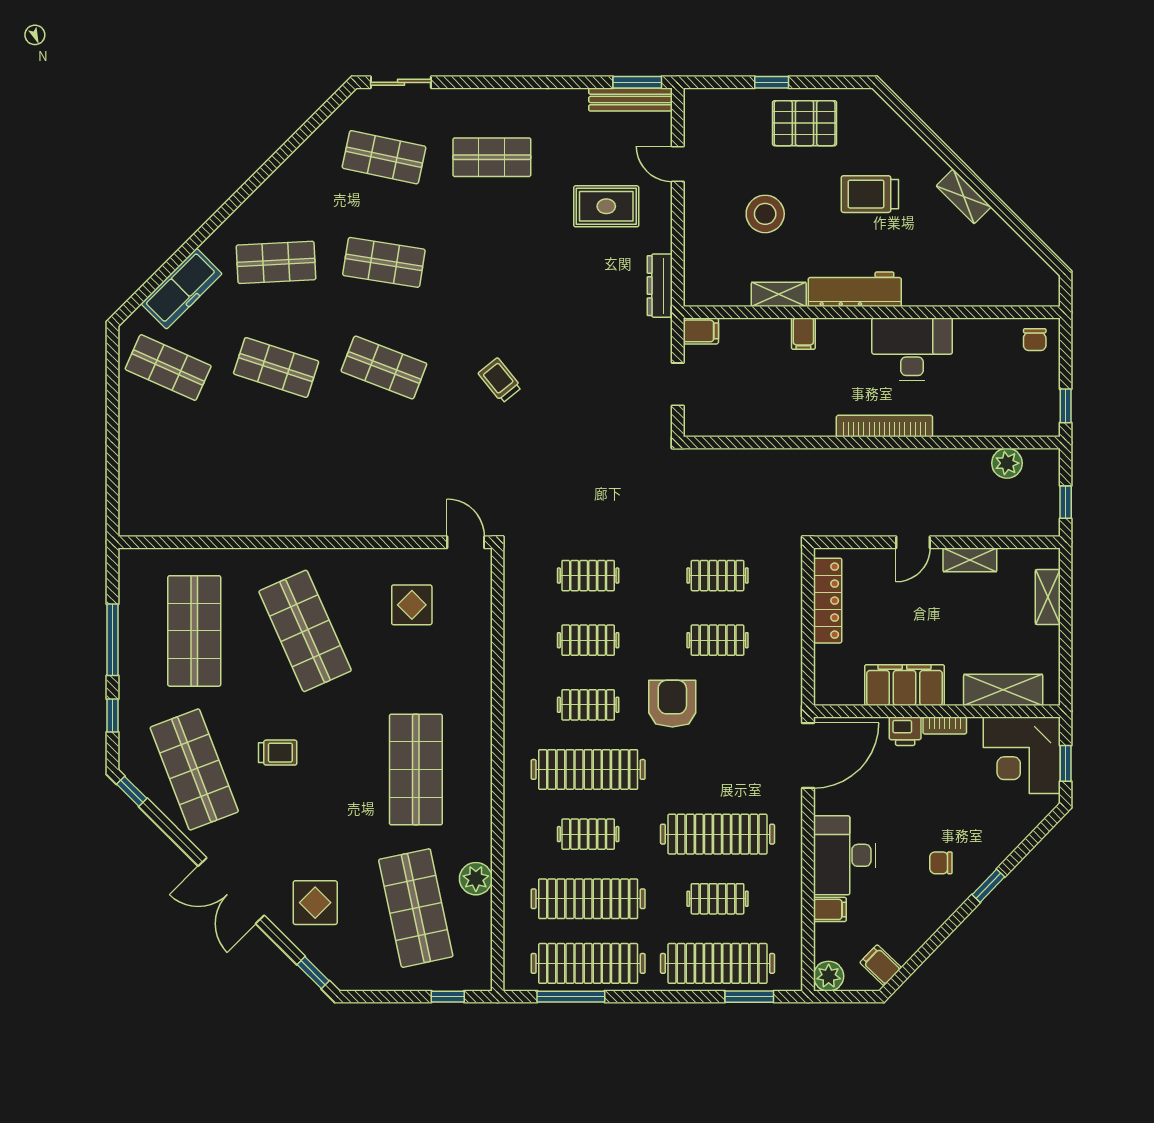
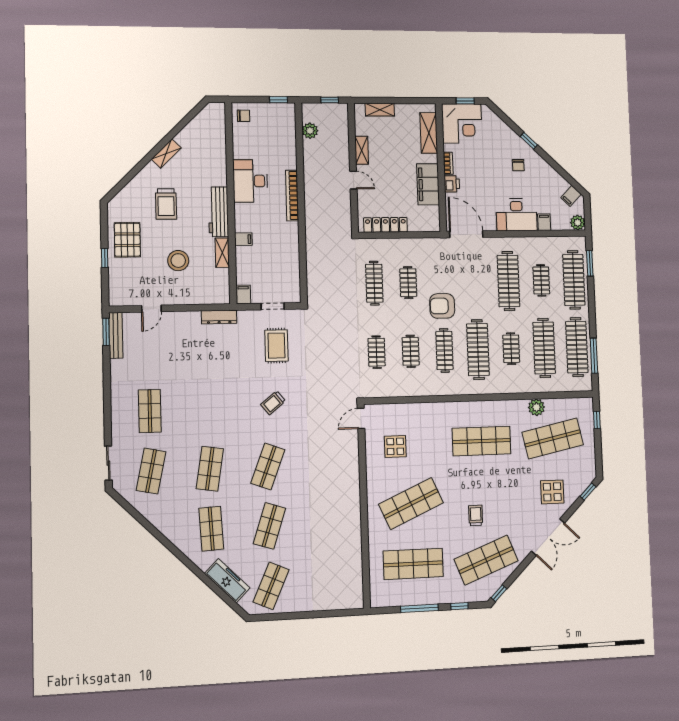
rug: (606, 206) -> (276, 346), moved
clothes rail: (717, 576) -> (374, 283), width x1.36
clothes rail: (588, 705) -> (444, 350), width x1.36

